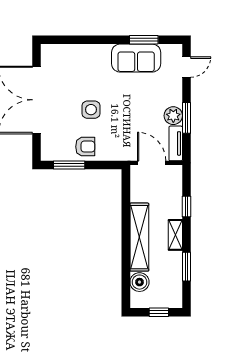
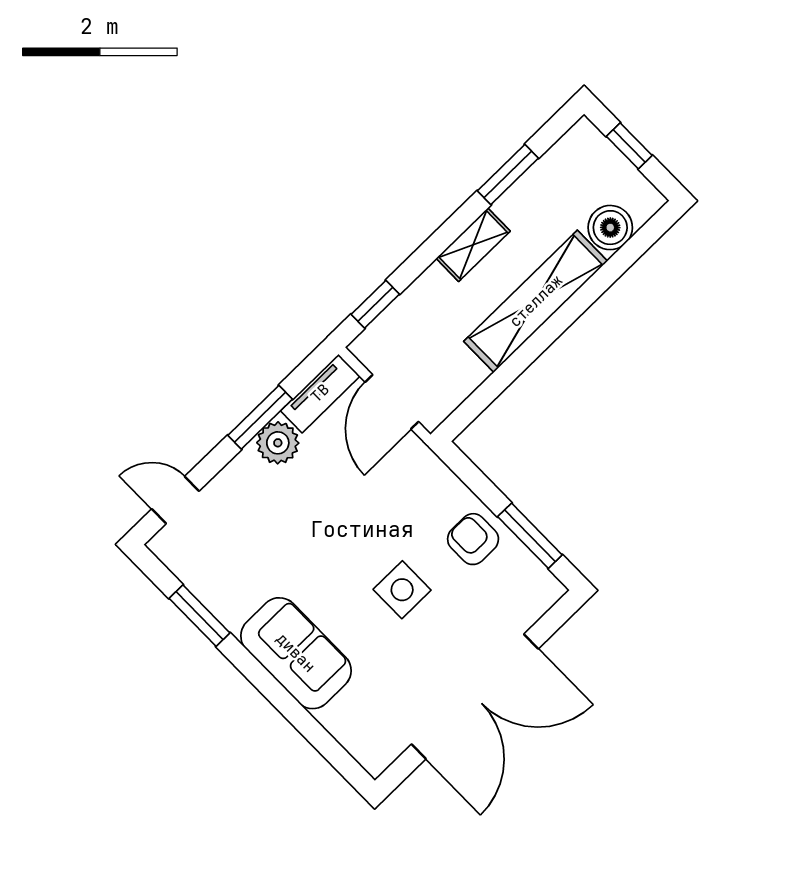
sofa: (136, 58) -> (296, 653), moved
window: (186, 207) -> (375, 304), moved

